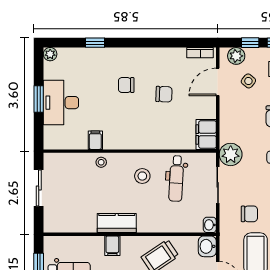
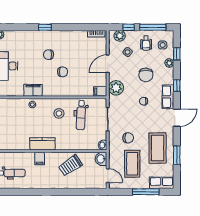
window: (95, 43) -> (45, 27), moved
door: (218, 82) -> (108, 64), moved
chair: (164, 94) -> (63, 72), moved
filing cabinet: (206, 134) -> (100, 91), width x0.50
filing cabinet: (95, 140) -> (33, 90), width x2.00
plant: (231, 154) -> (116, 88), moved

